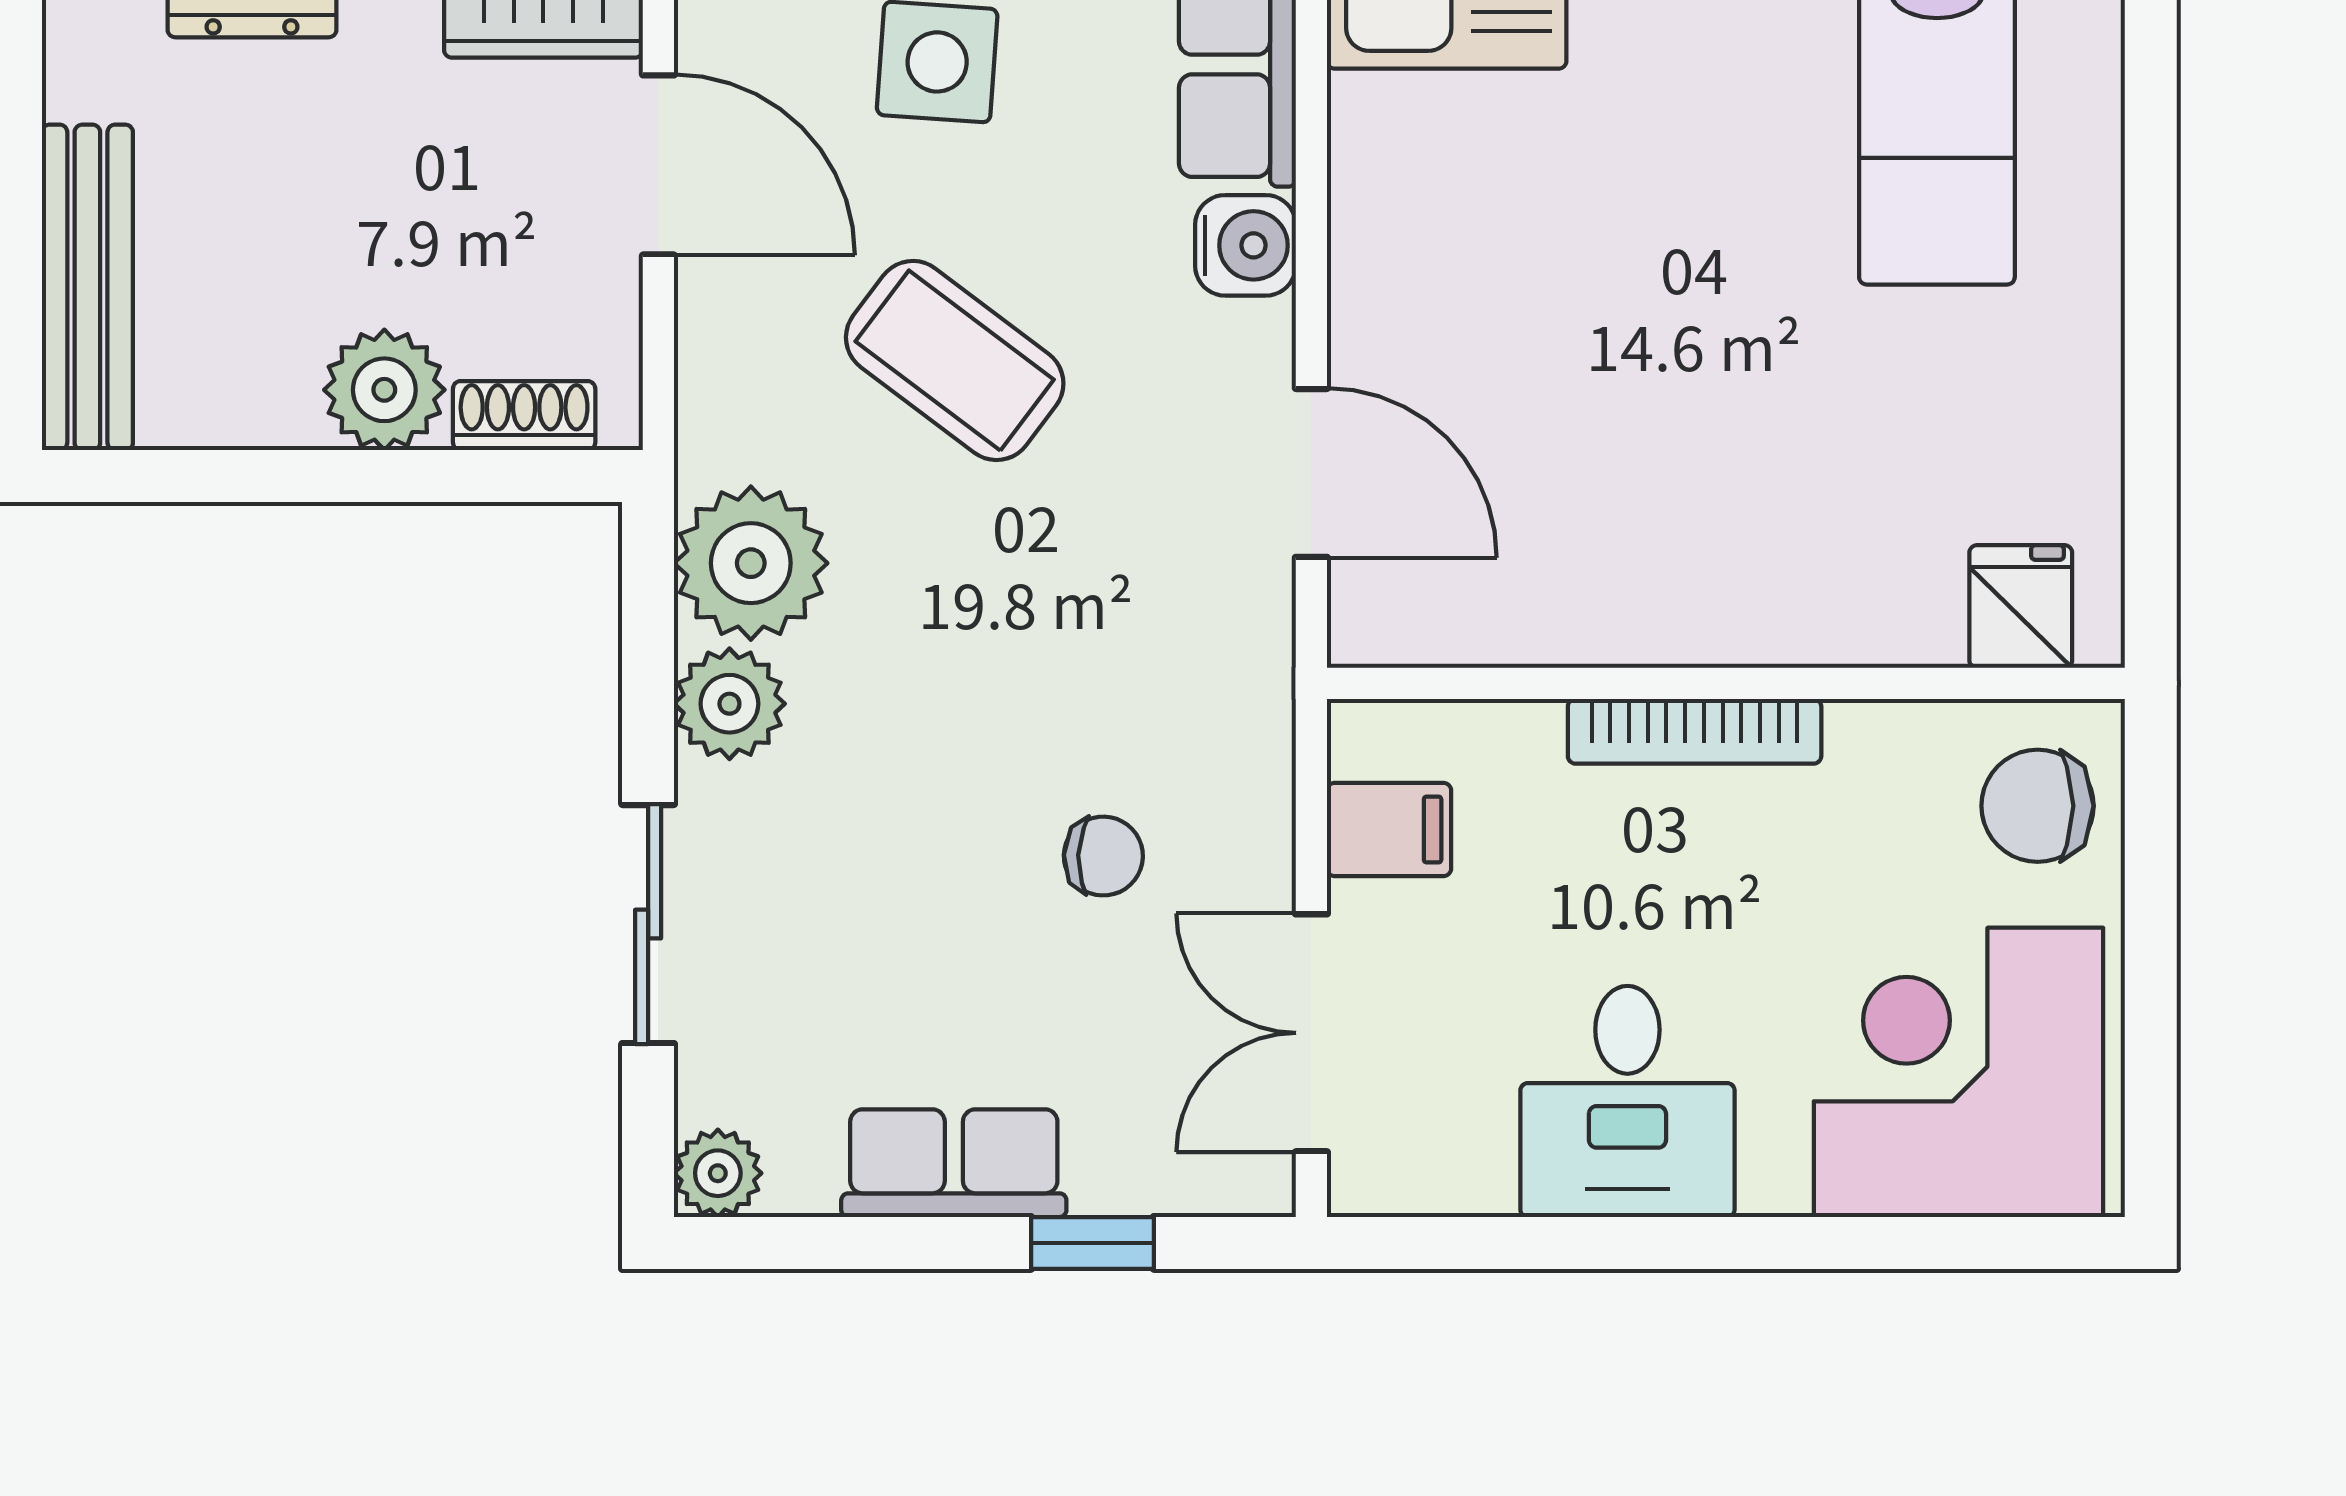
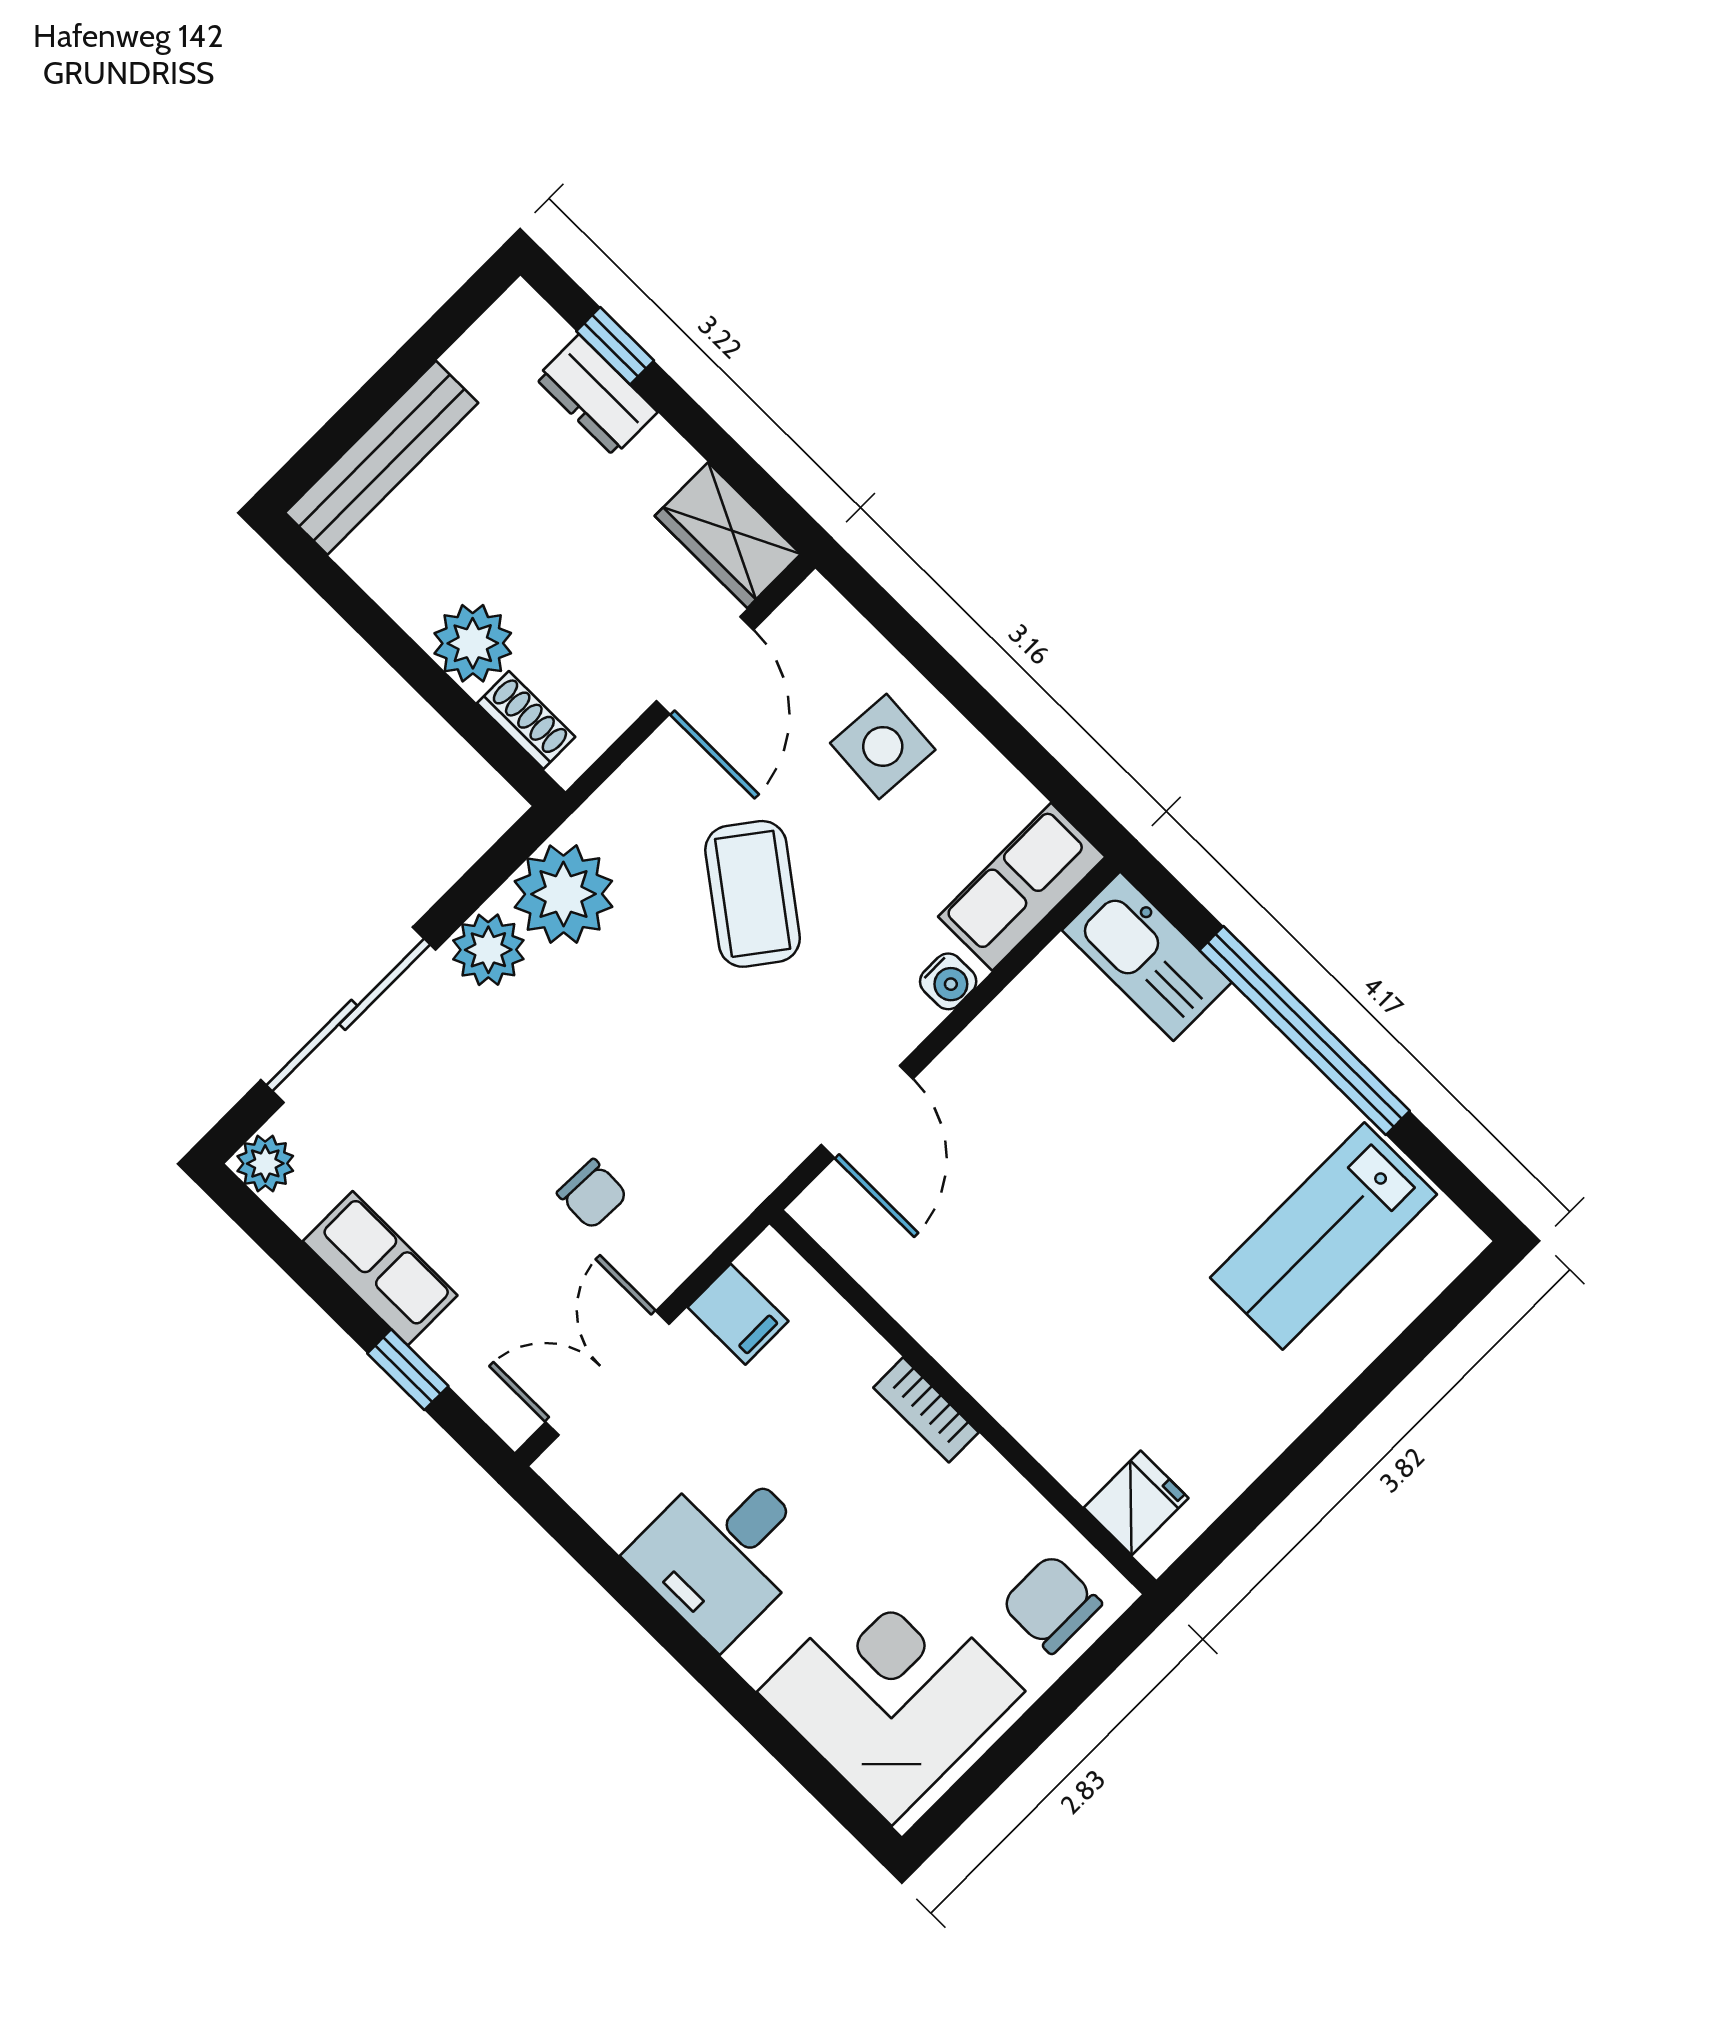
water cooler: (1245, 245) -> (948, 981), width x0.72, depth x0.72
bookcase: (1695, 731) -> (926, 1410), width x0.64
sliding door: (648, 924) -> (348, 1015), width x1.37

